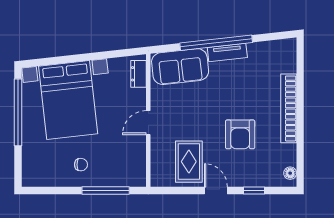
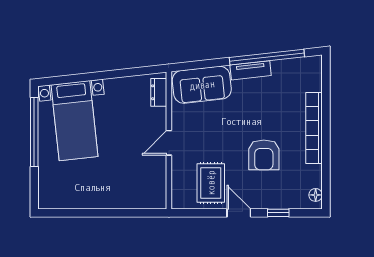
window: (216, 43) -> (267, 57), moved
bed with nightstands: (68, 100) -> (75, 121), width x0.73
chair: (81, 165) -> (99, 186), removed
window: (106, 190) -> (125, 213), removed

